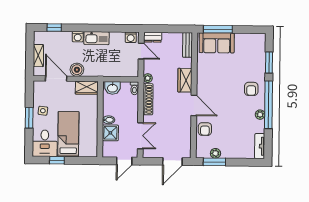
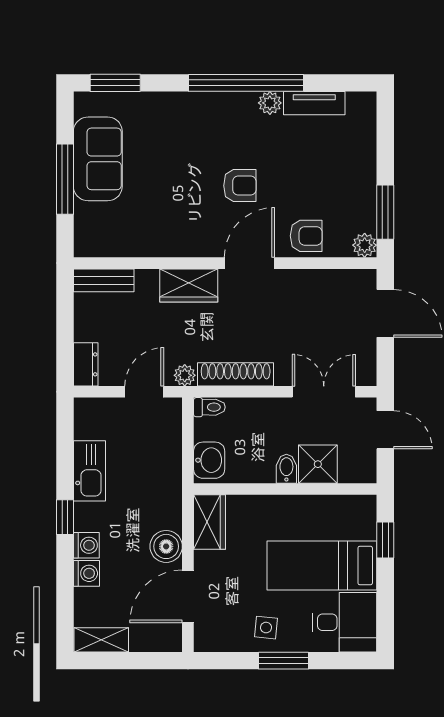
window: (54, 28) -> (65, 517), moved
window: (218, 29) -> (65, 179), moved
washing machine: (131, 37) -> (86, 573), moved
kitchen sink: (96, 38) -> (89, 471), moved
sofa: (217, 43) -> (98, 159), moved
door: (141, 51) -> (144, 392), moved
shelving: (38, 56) -> (101, 640), moved
window: (269, 63) -> (115, 83), moved
armchair: (251, 89) -> (240, 186), moved
tv unit: (260, 146) -> (314, 103), moved
plant: (215, 153) -> (365, 245), moved
window: (57, 160) -> (385, 540), moved

